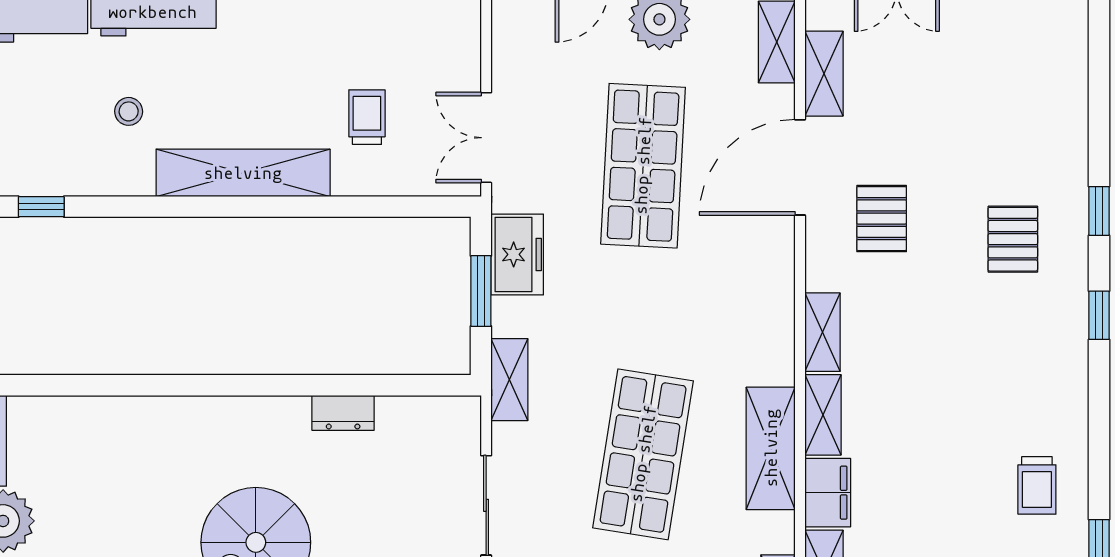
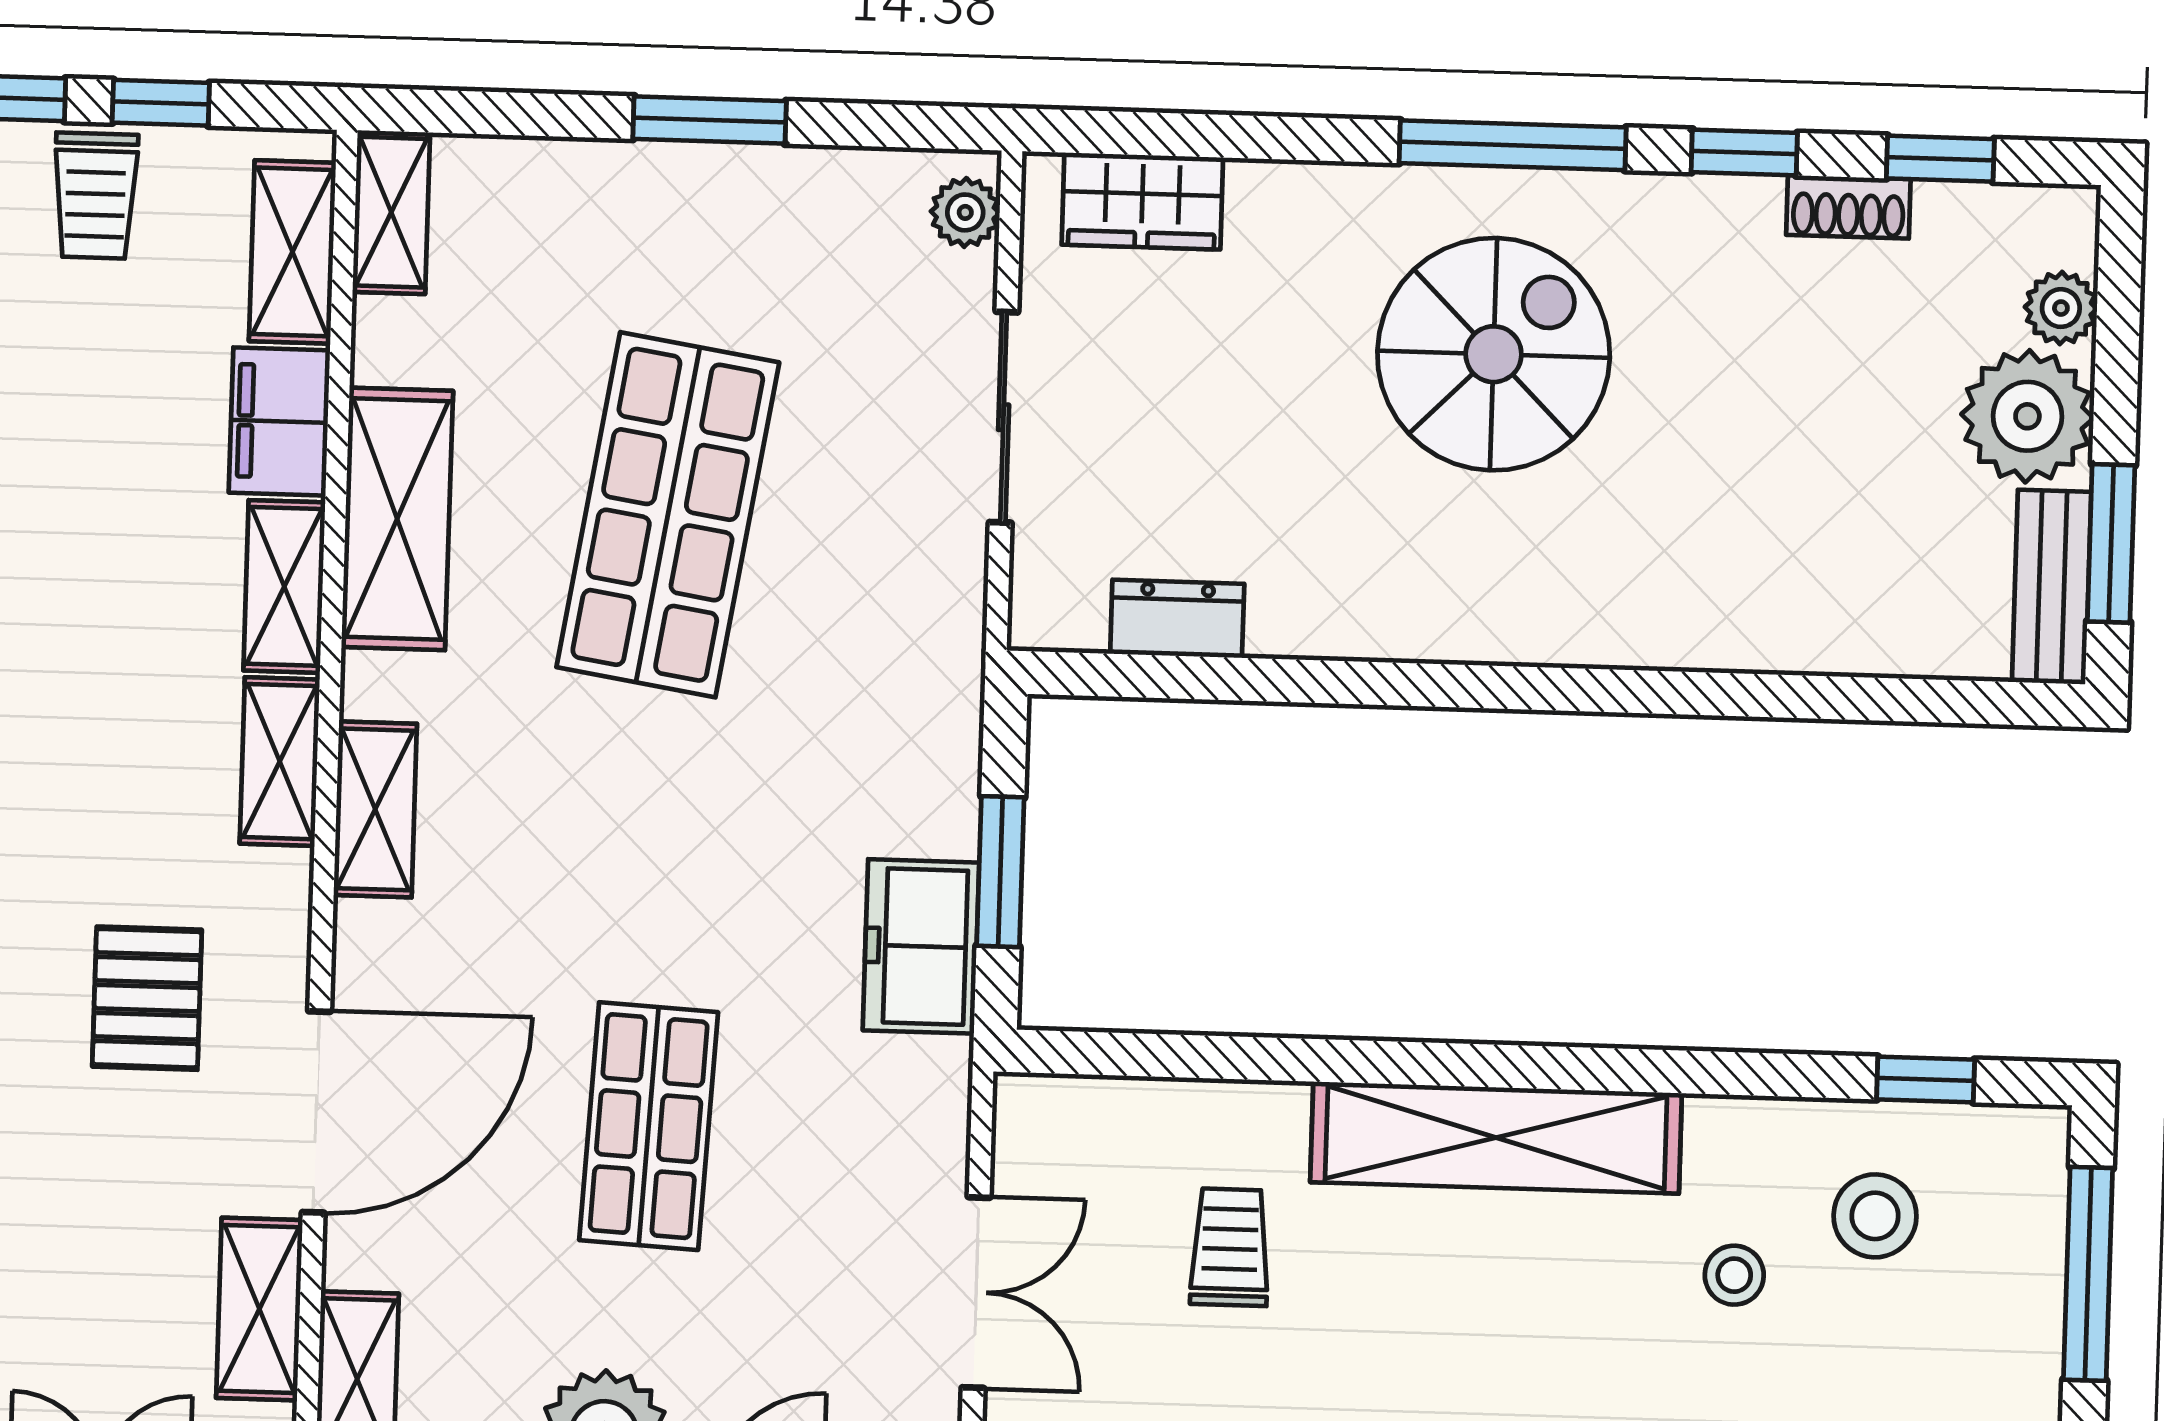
trolley: (367, 117) -> (1230, 1247), turned 180
double door: (486, 138) -> (976, 1293), moved
stool: (63, 141) -> (1875, 1216), added
shop shelf: (643, 166) -> (649, 1126), width x0.70, depth x0.74
shelving: (509, 380) -> (375, 809), moved
dresser: (343, 413) -> (1177, 619), moved

